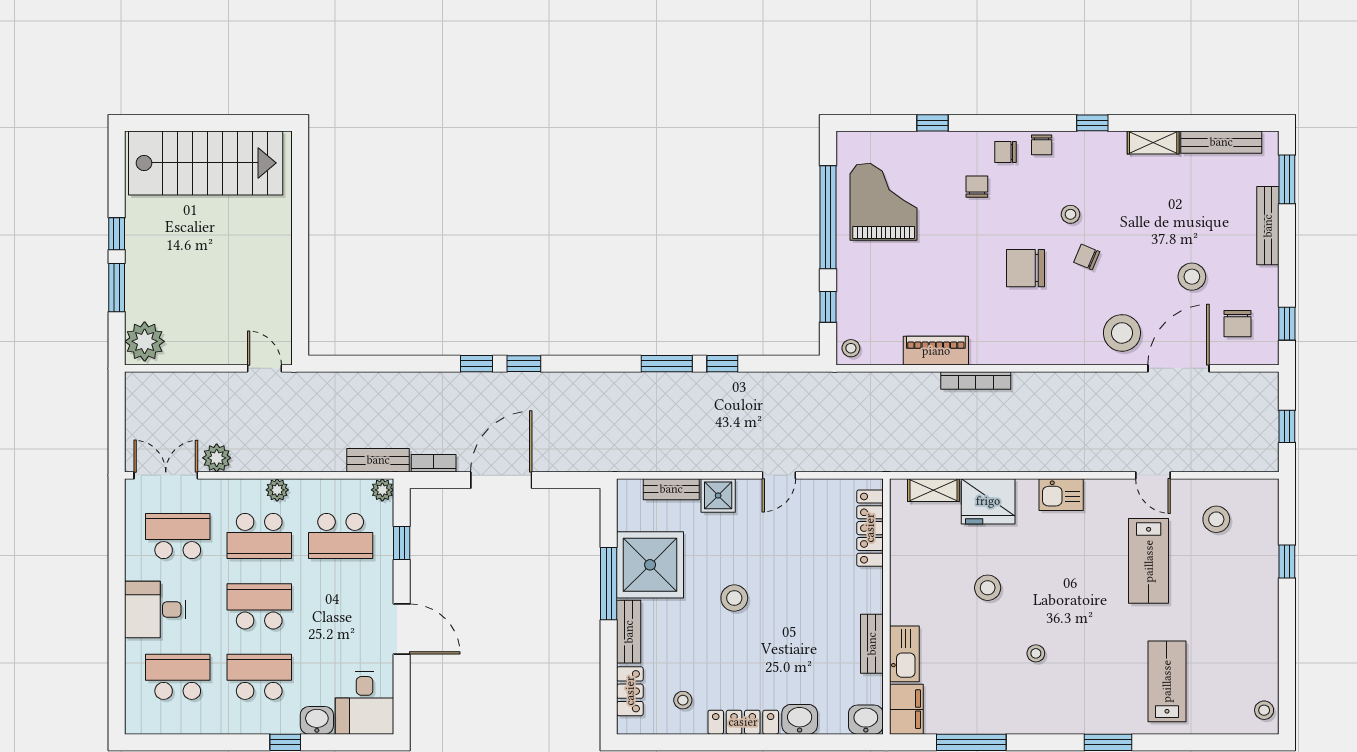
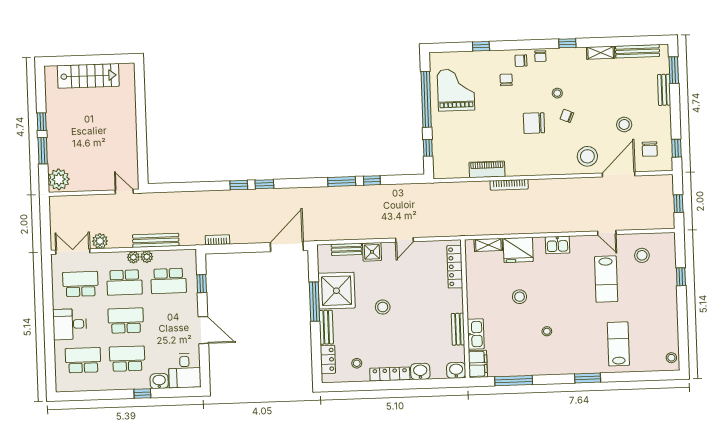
stairs: (206, 163) -> (88, 76), width x0.73, depth x0.66
bench: (1268, 226) -> (664, 90), width x0.73
stool: (851, 348) -> (441, 170), removed
bench: (378, 460) -> (156, 240), moved, width x1.36
door: (501, 480) -> (287, 247), moved
plant: (382, 490) -> (147, 257), moved

